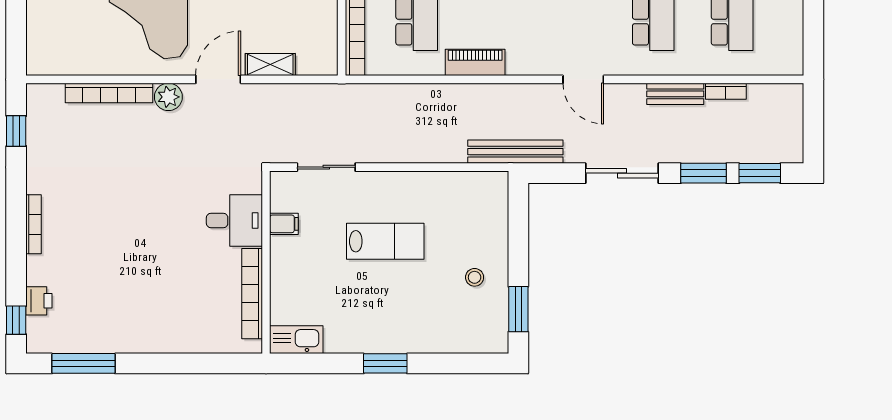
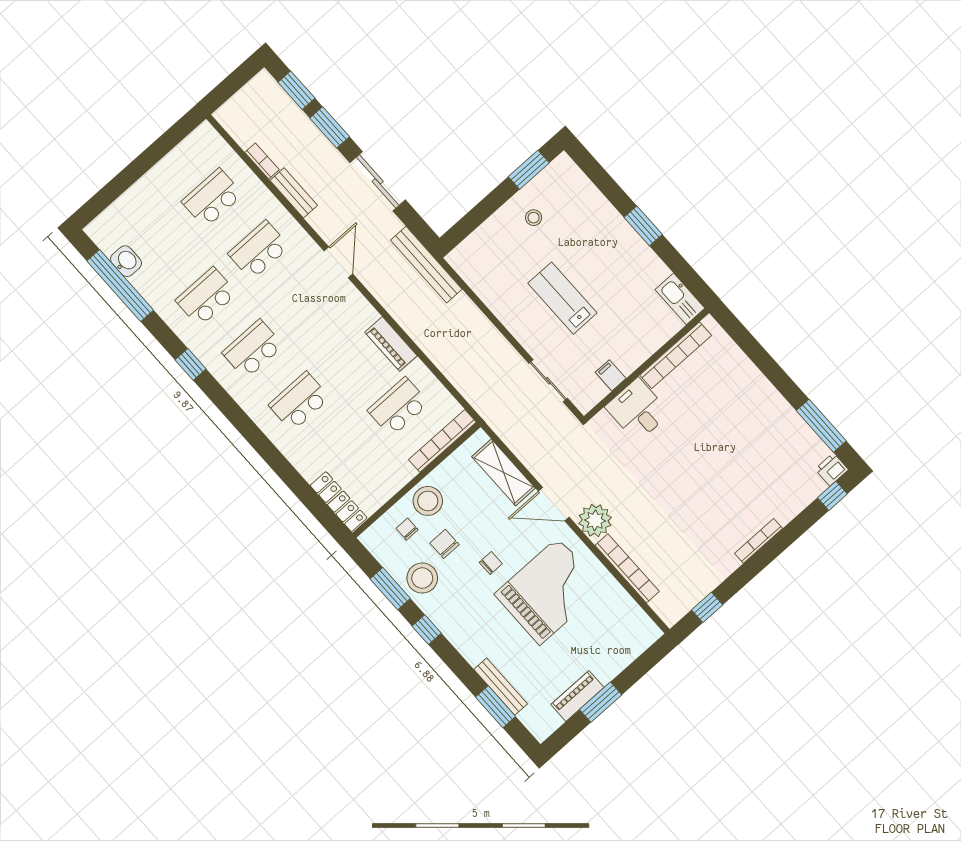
shelving: (270, 65) -> (503, 472), width x1.50, depth x1.33
plant: (168, 97) -> (595, 520), width x1.36, depth x1.36
printer: (39, 301) -> (832, 469), moved

